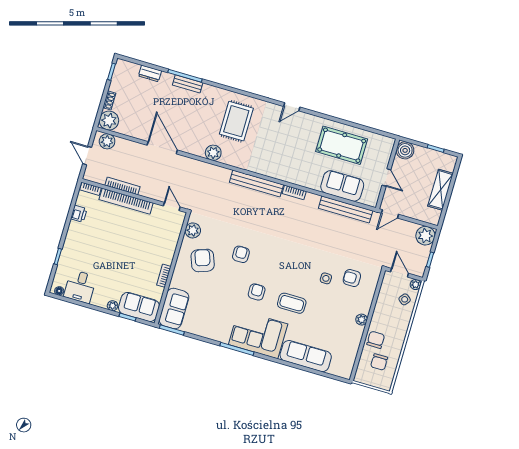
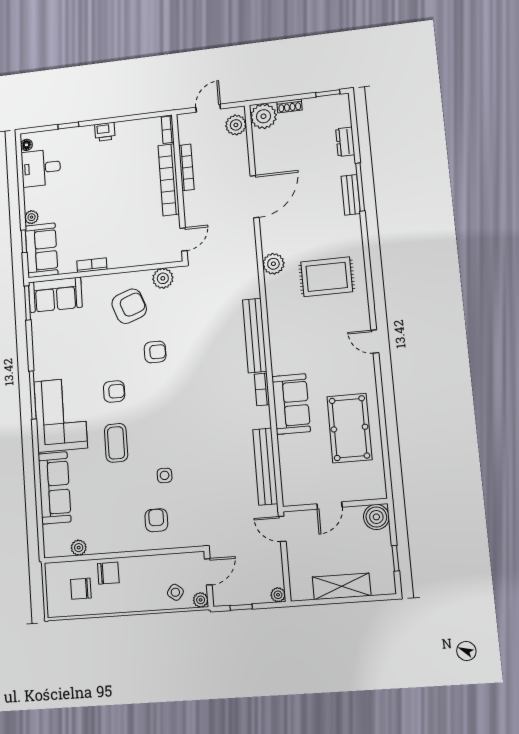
sofa: (342, 186) -> (291, 404), moved
printer: (79, 214) -> (105, 132), moved
plant: (425, 236) -> (278, 595), width x0.53, depth x0.53
armchair: (352, 278) -> (156, 520), moved
plant: (362, 320) -> (79, 548), moved

